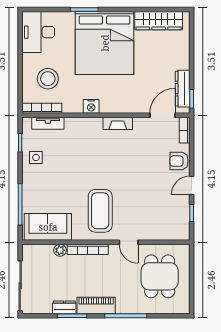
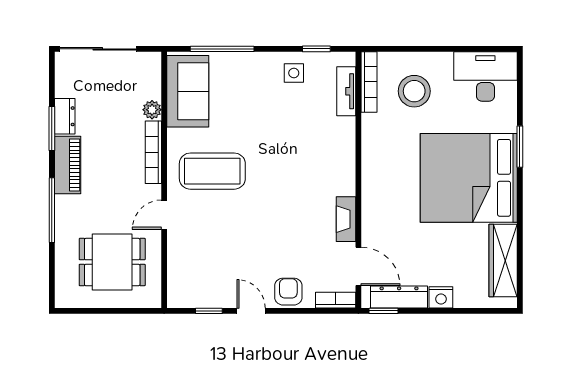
nightstand: (91, 106) -> (441, 297), moved, turned -90
fireplace: (118, 123) -> (346, 219), moved

